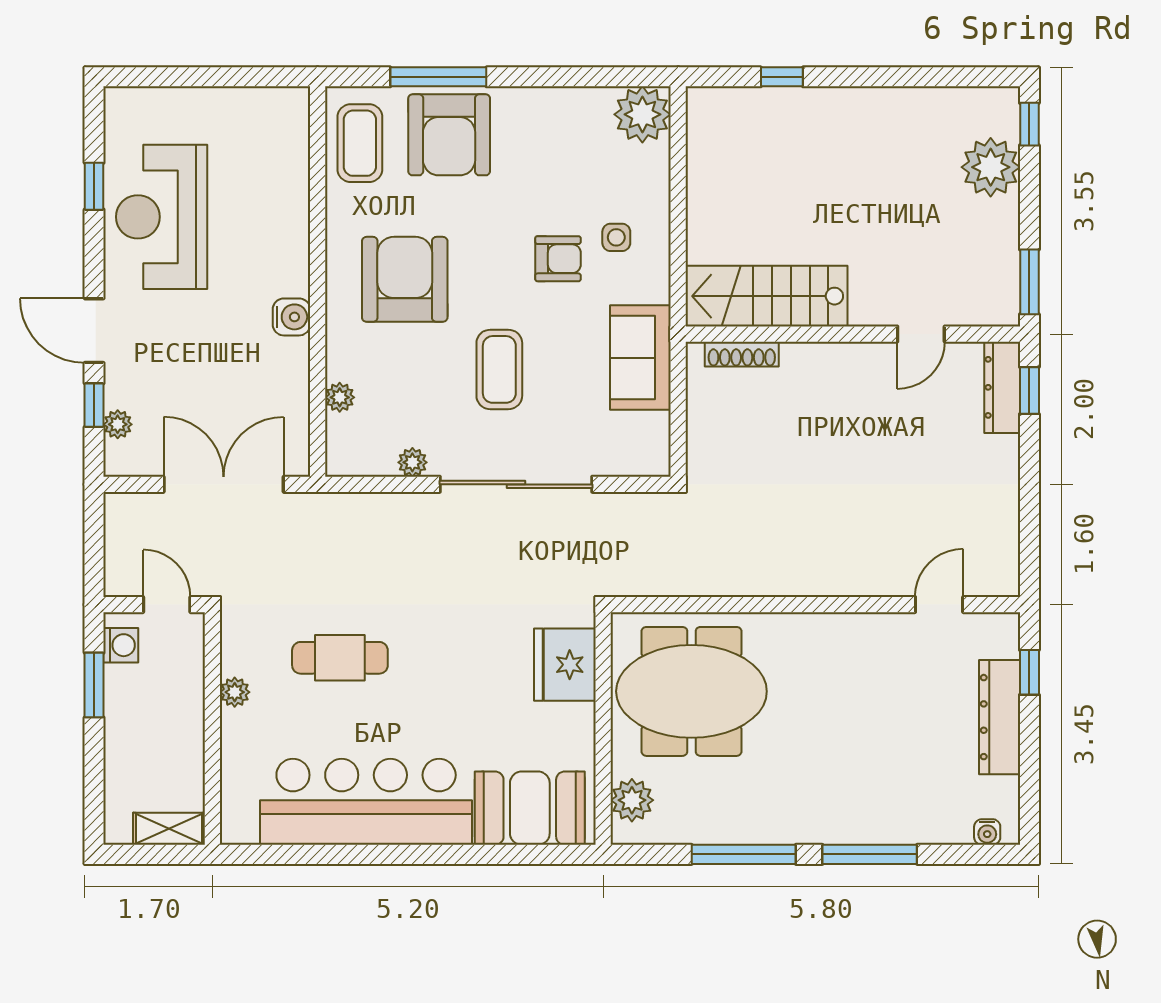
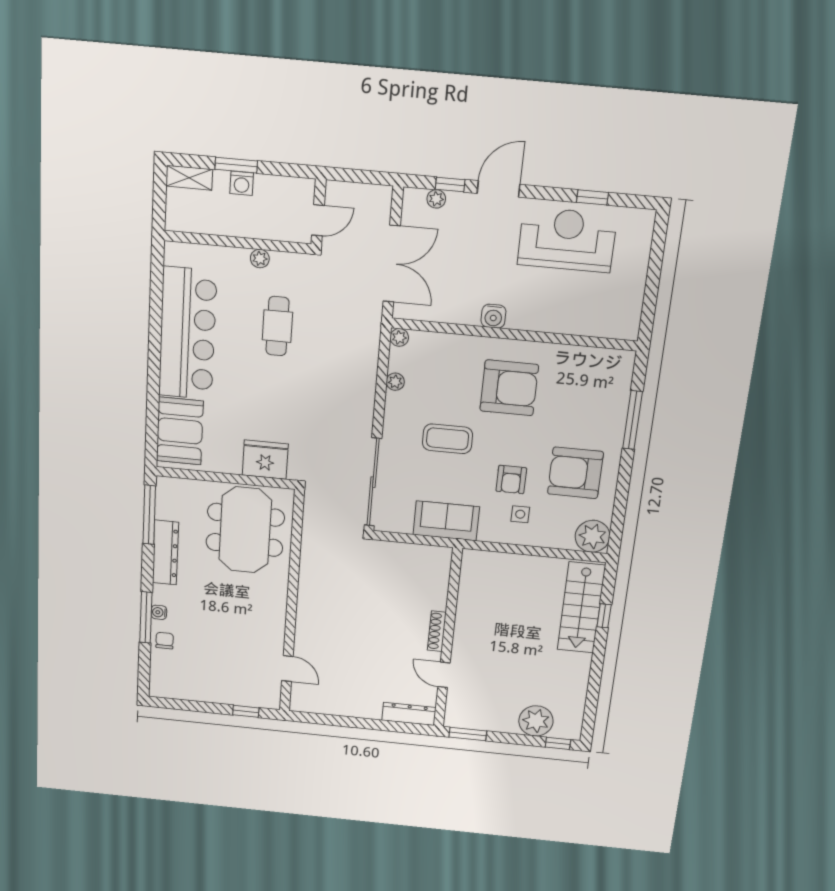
armchair: (449, 135) -> (575, 473), moved
coffee table: (360, 143) -> (598, 369), removed
stairs: (767, 296) -> (581, 608), moved, turned 180
shoe rack: (742, 354) -> (437, 631), moved
window: (1029, 391) -> (406, 728), removed
plant: (340, 397) -> (399, 337), moved
sliding door: (516, 484) -> (373, 482), moved
washing machine: (121, 645) -> (242, 183), moved
window: (94, 685) -> (236, 165), moved
dresser: (1000, 717) -> (165, 553), moved, turned 90
plant: (632, 800) -> (182, 490), removed
chair: (910, 820) -> (165, 641), added
shelving: (169, 829) -> (189, 178), moved, turned 90
water cooler: (987, 832) -> (159, 612), moved
window: (744, 854) -> (149, 515), moved

